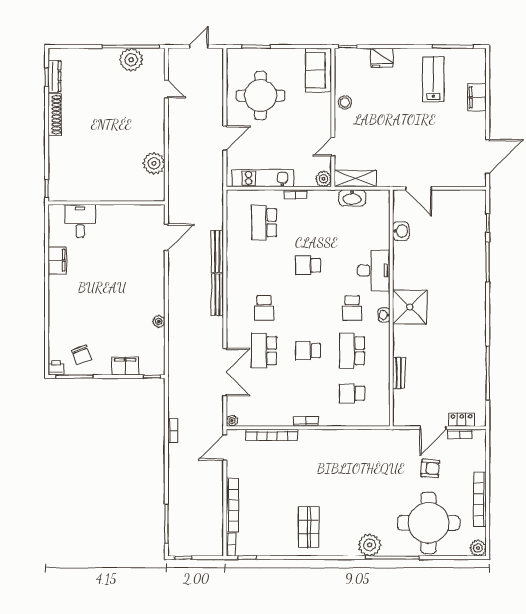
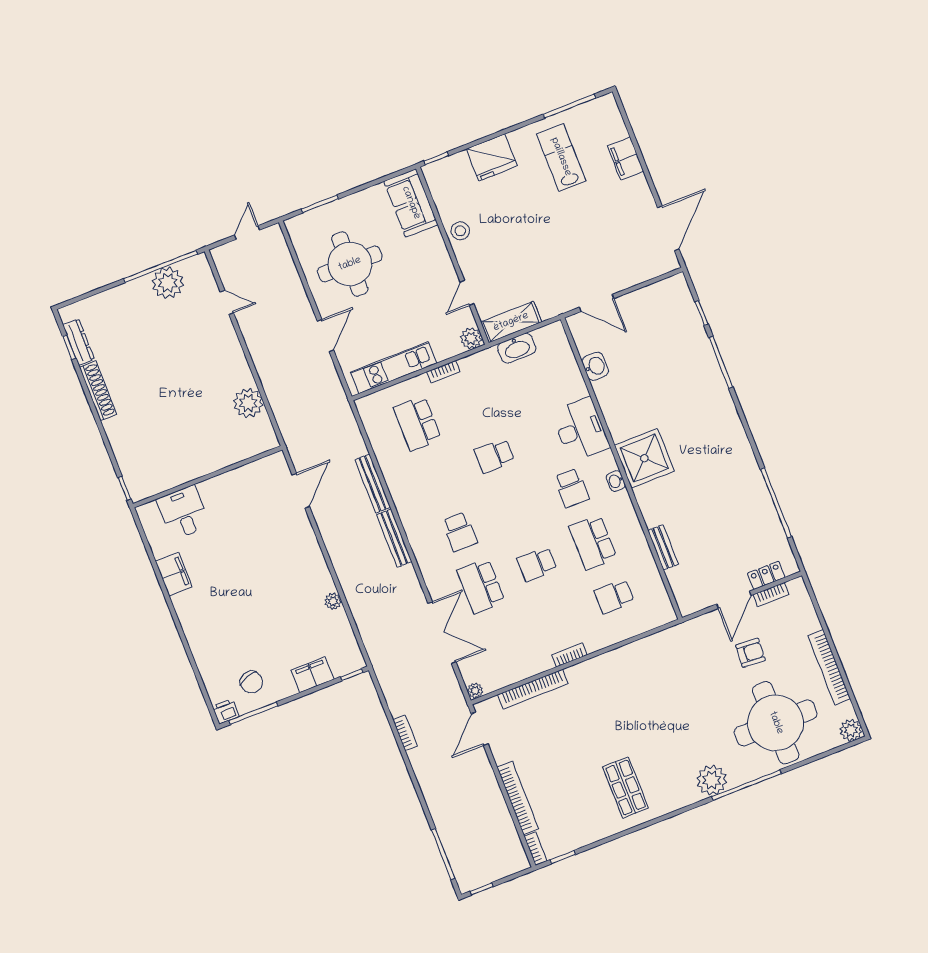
fridge: (382, 58) -> (492, 158), width x1.36, depth x1.34

